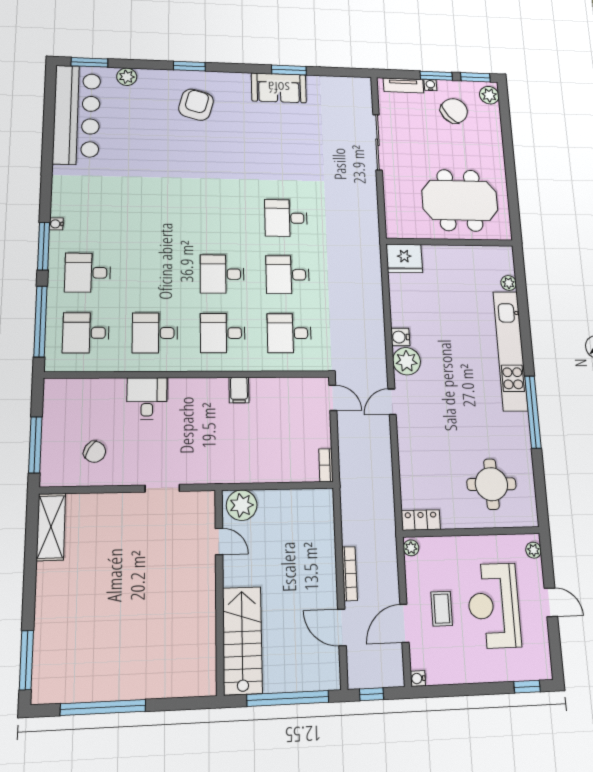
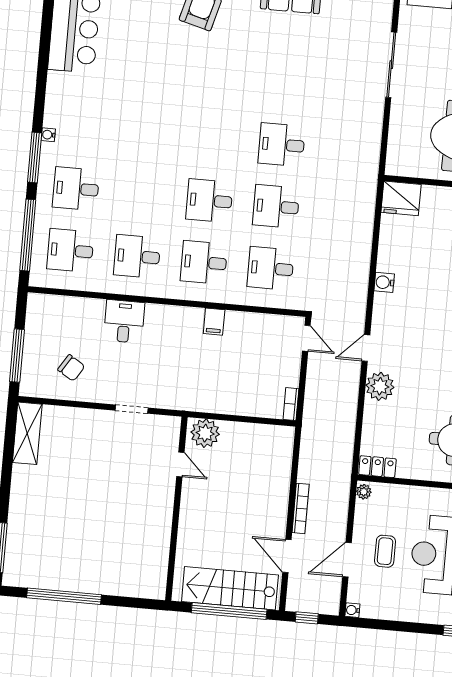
plant: (406, 361) -> (380, 386), moved
stairs: (242, 640) -> (230, 588), moved, turned -90

